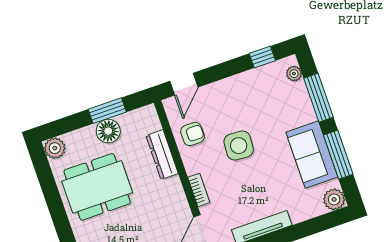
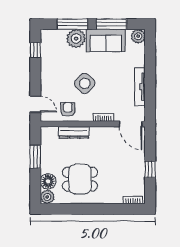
plant: (294, 74) -> (76, 39), moved, width x1.87, depth x1.87
floor lamp: (108, 131) -> (48, 181), moved
side table: (239, 146) -> (85, 83), turned 38
dining table: (97, 187) -> (80, 179), width x0.73

